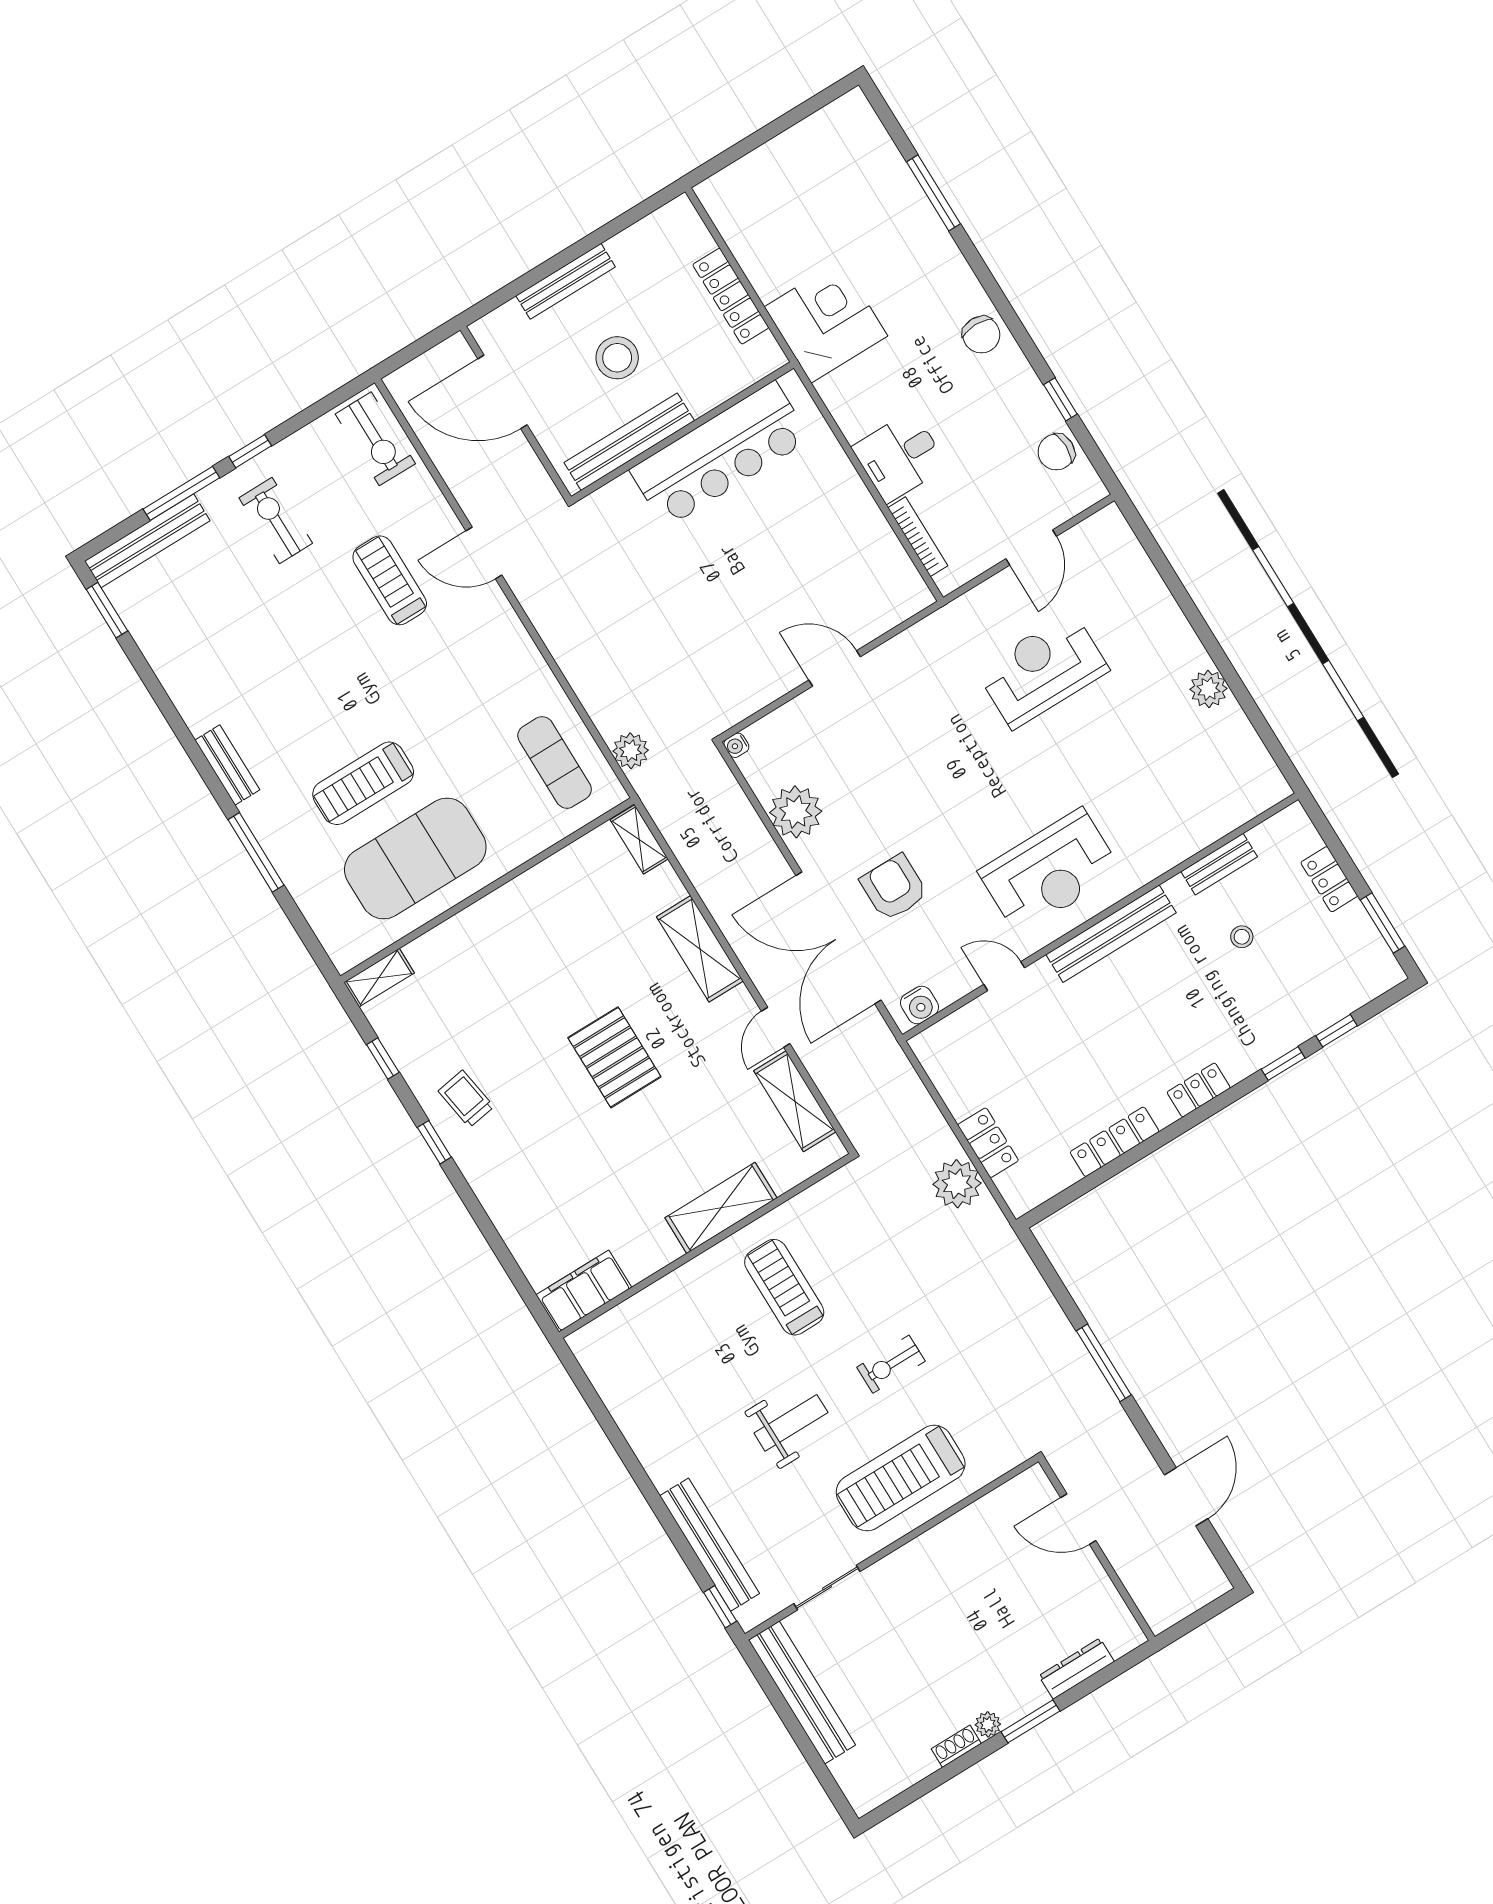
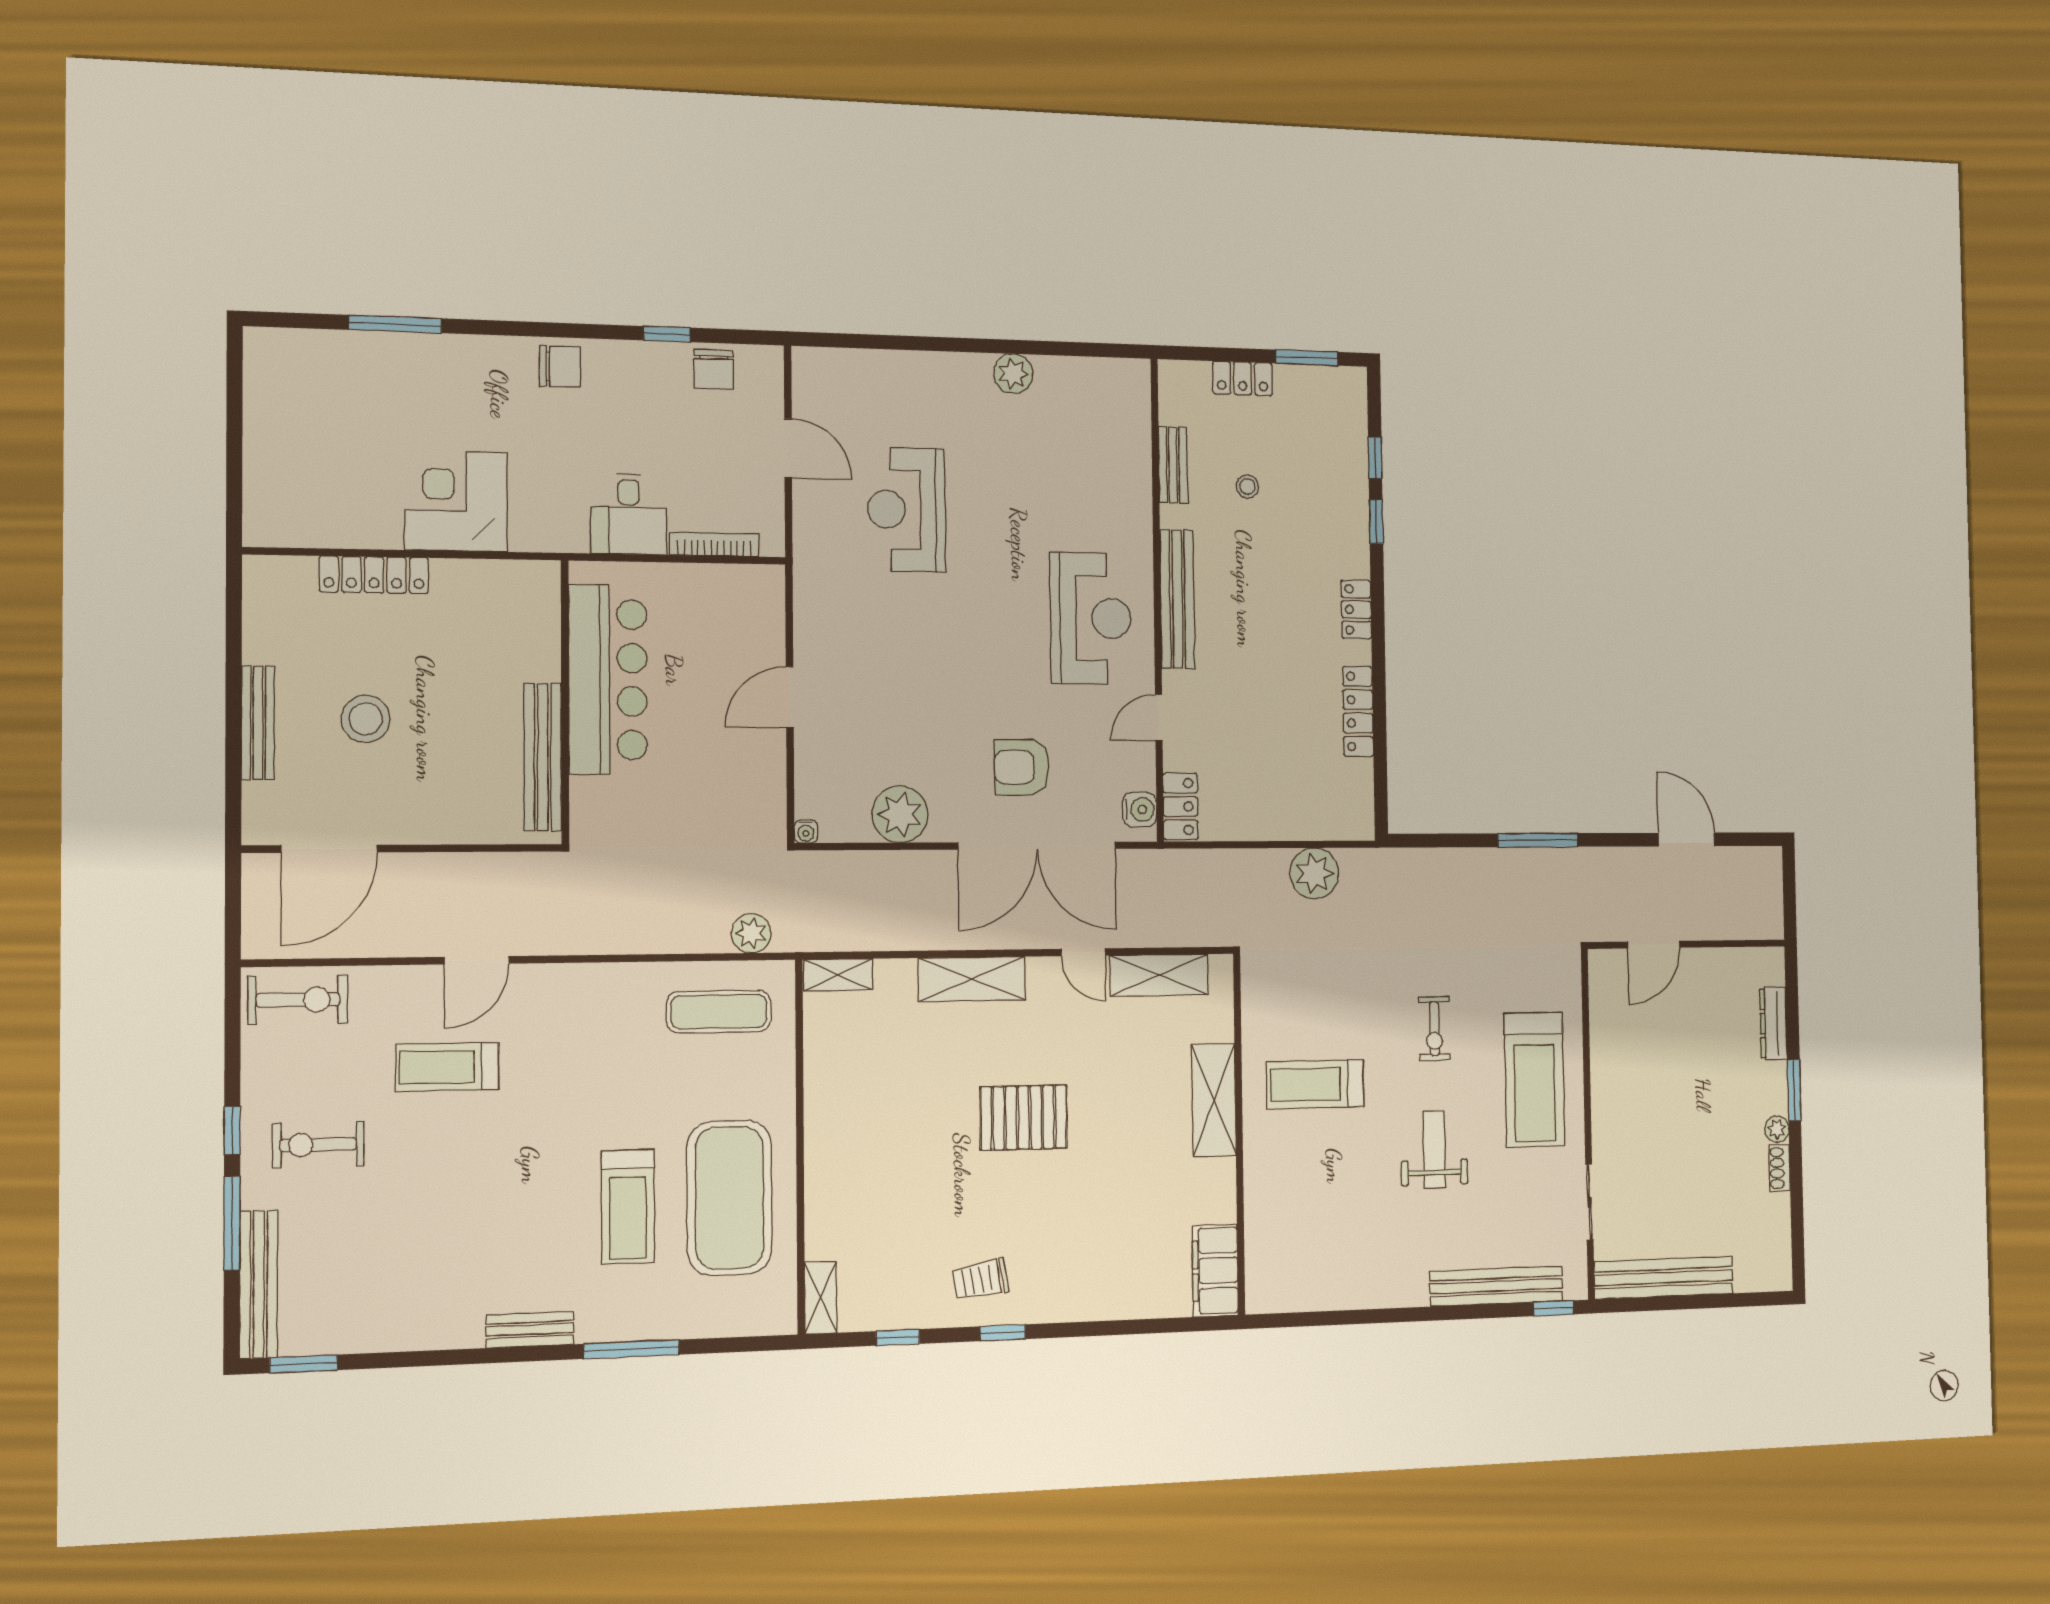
wall: (682, 432) -> (565, 702), moved
bench: (629, 442) -> (543, 757), moved
bar counter: (720, 454) -> (608, 680), moved
locker: (988, 1143) -> (1180, 806), moved, turned 90

